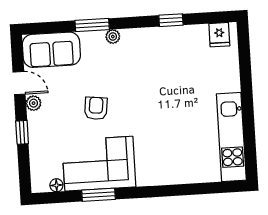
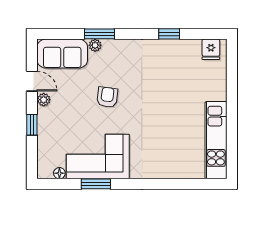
plant: (113, 37) -> (95, 45), moved
armchair: (96, 108) -> (107, 97), moved

